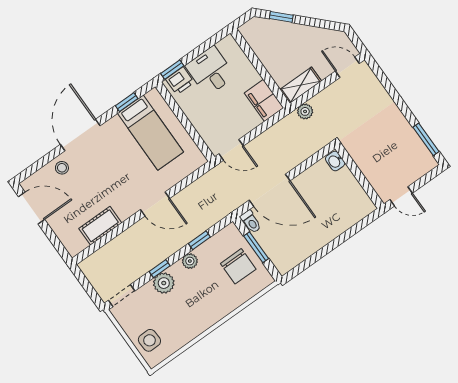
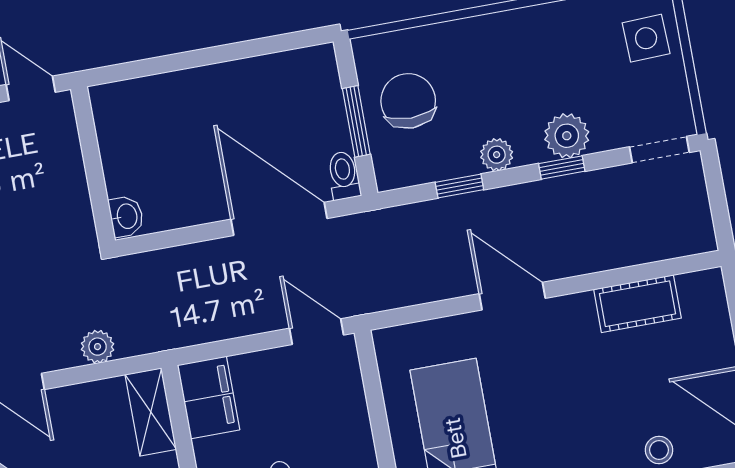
shelving: (301, 85) -> (151, 412), moved, turned 90
plant: (305, 111) -> (98, 347), moved

